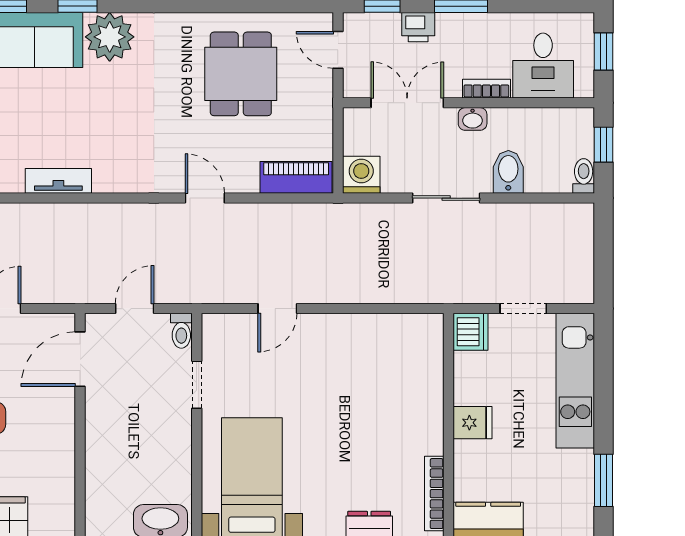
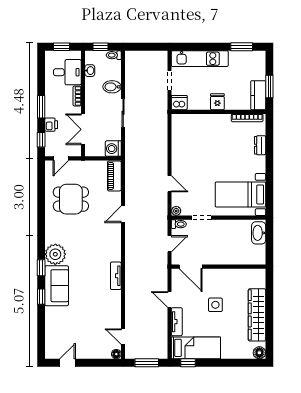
washbasin: (473, 119) -> (90, 71), moved
door: (135, 309) -> (169, 244), swing flipped
plant: (213, 325) -> (176, 211), added

